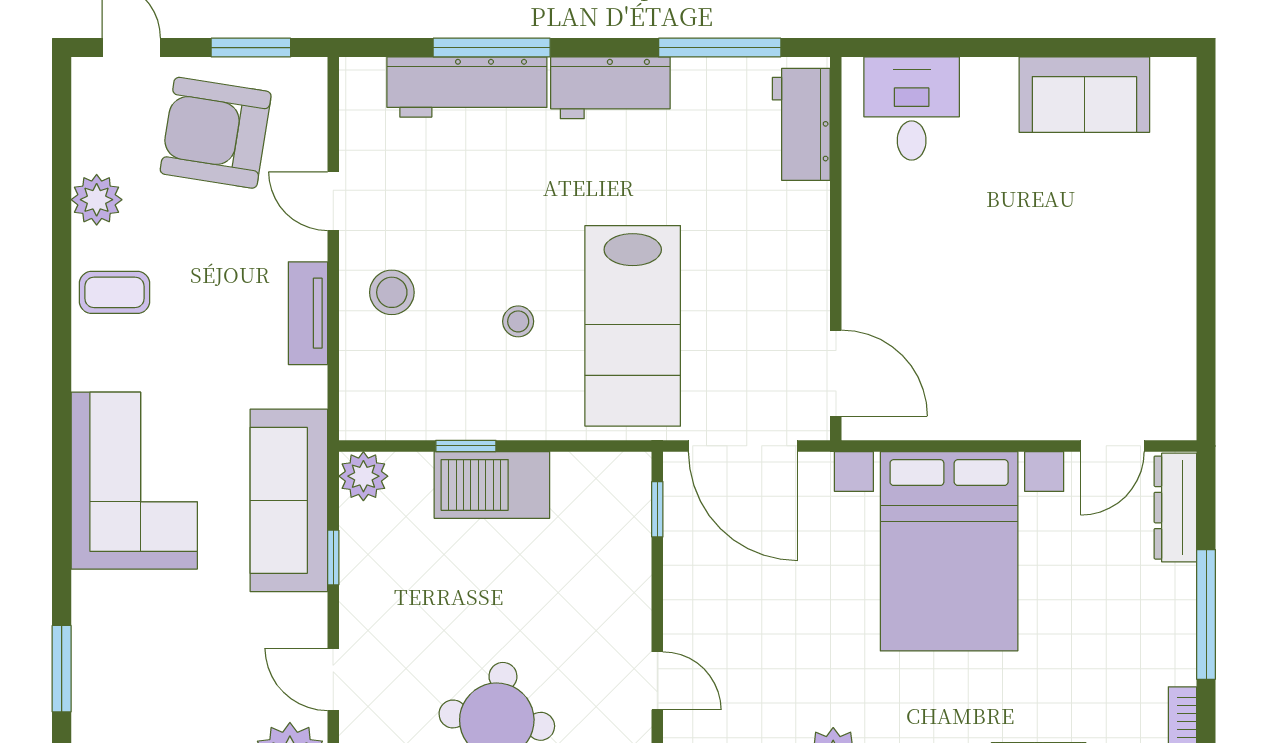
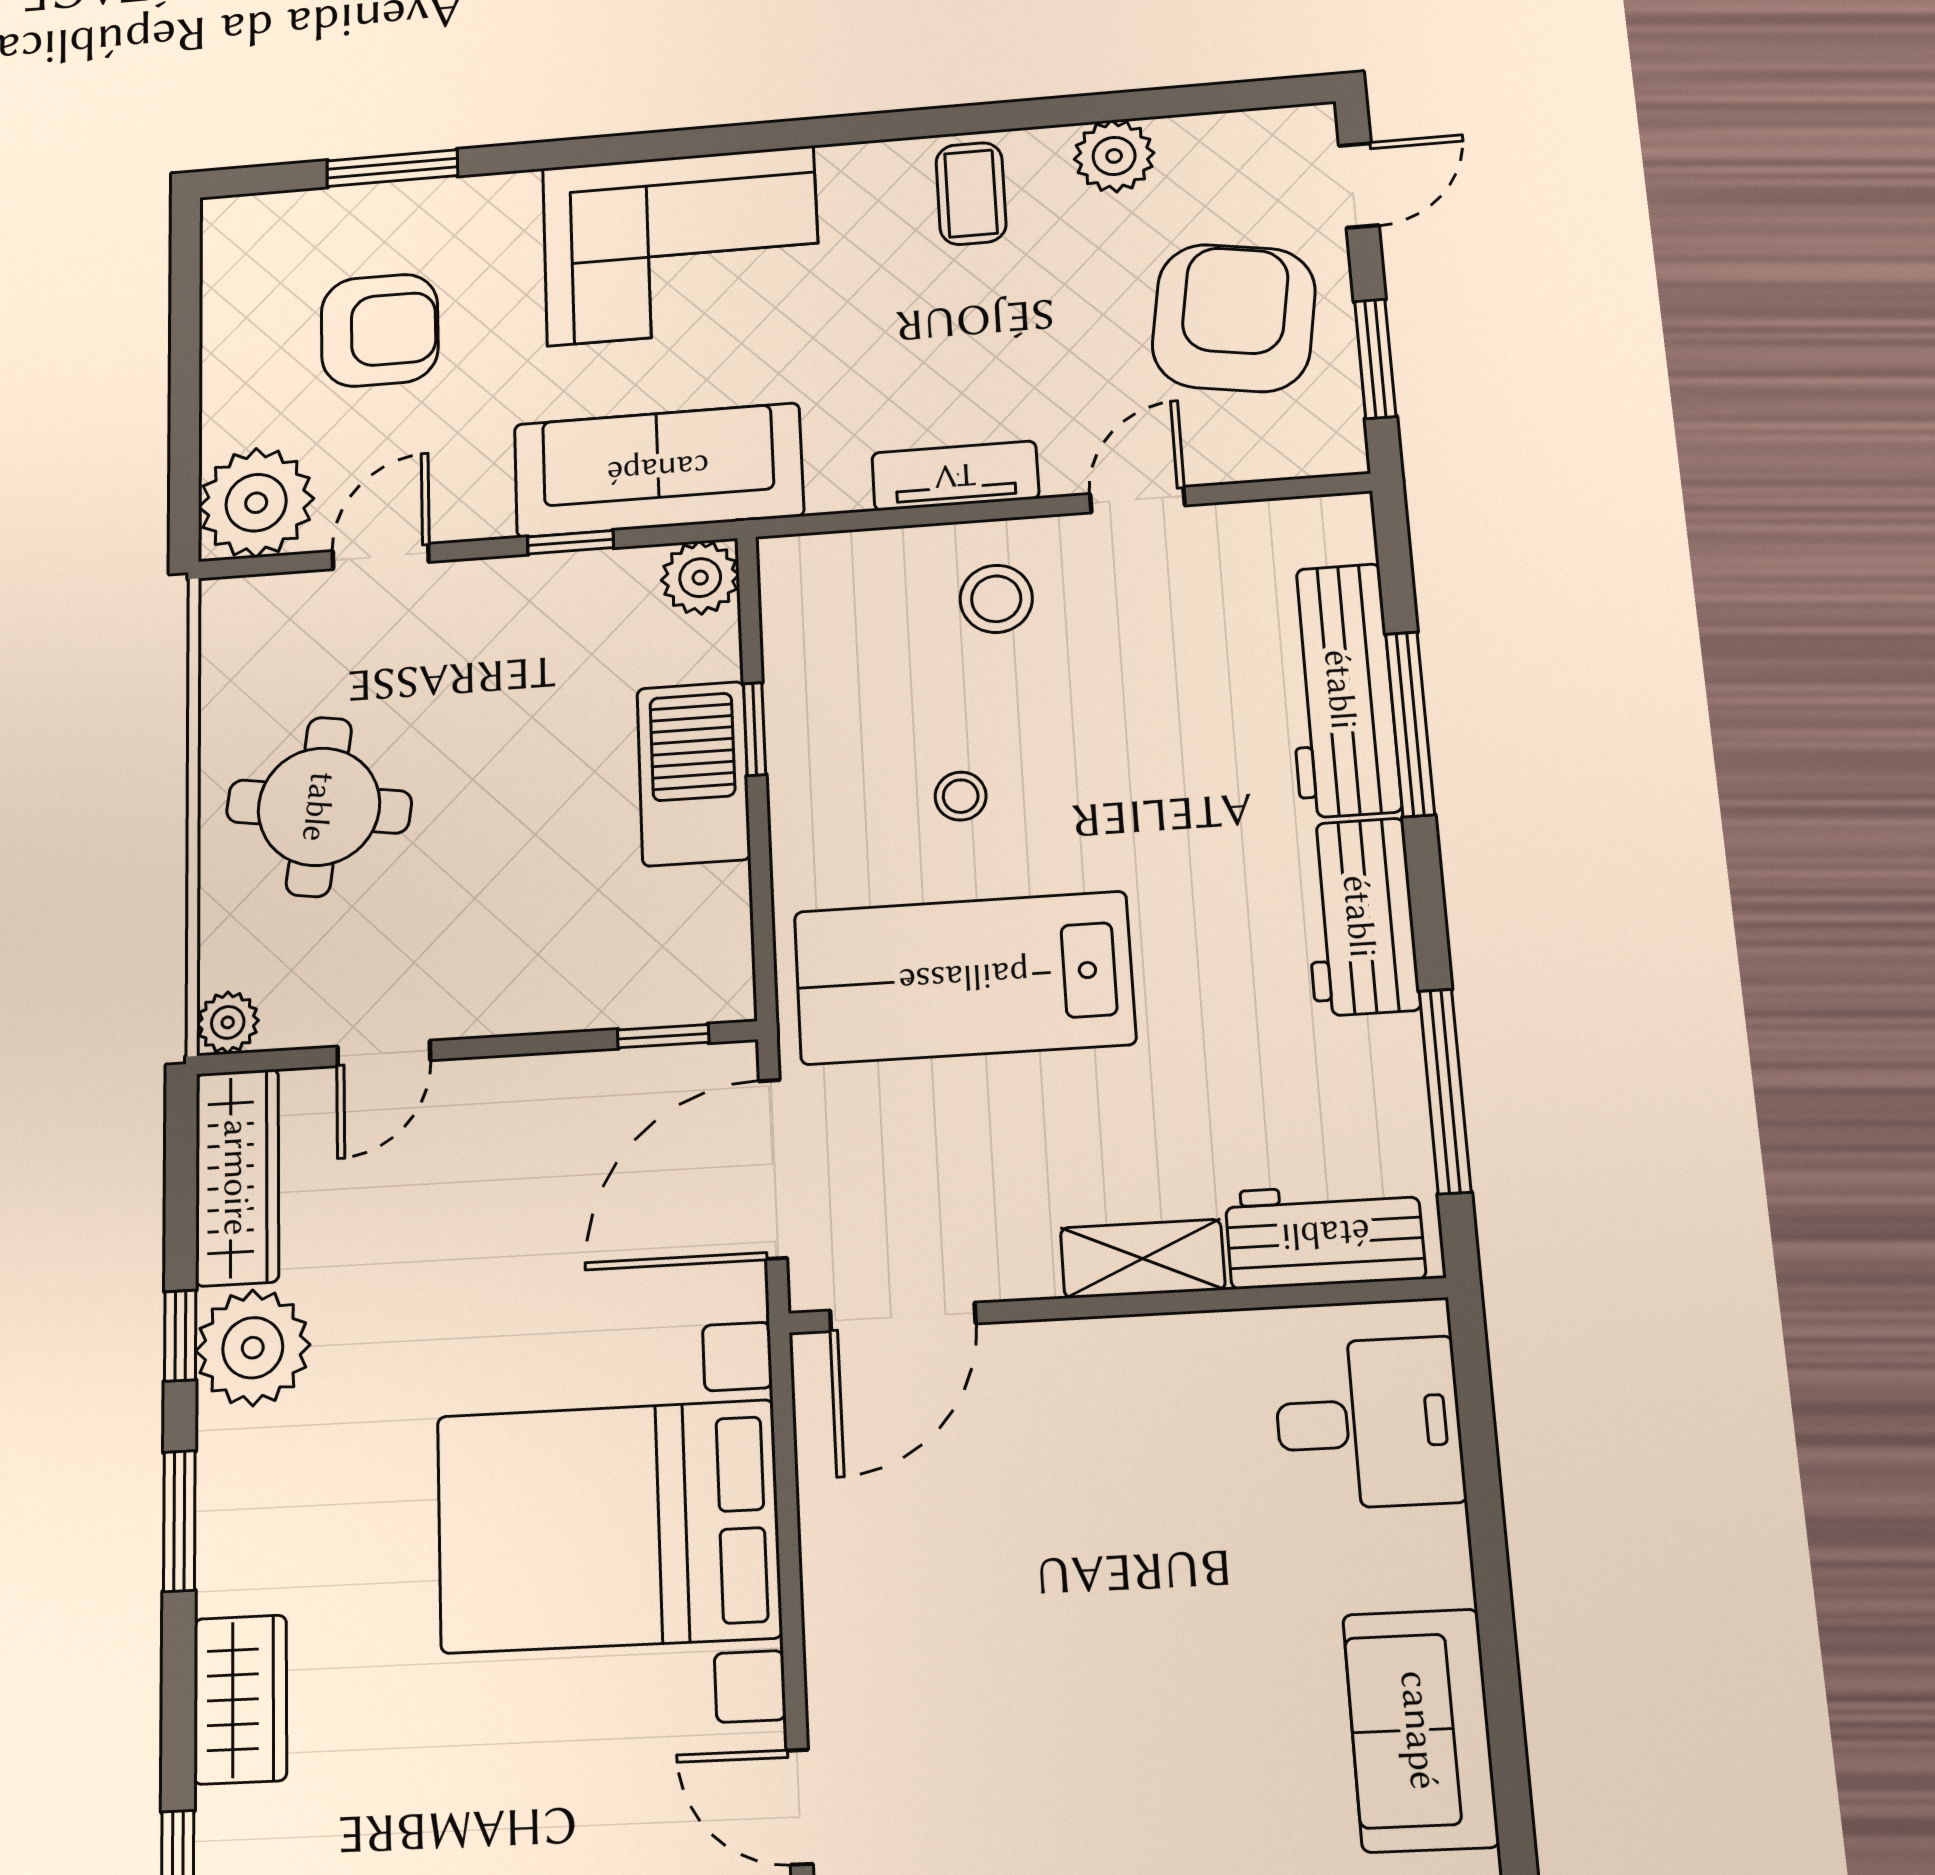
shelving: (809, 231) -> (1143, 1259), added
armchair: (177, 678) -> (380, 330), added

